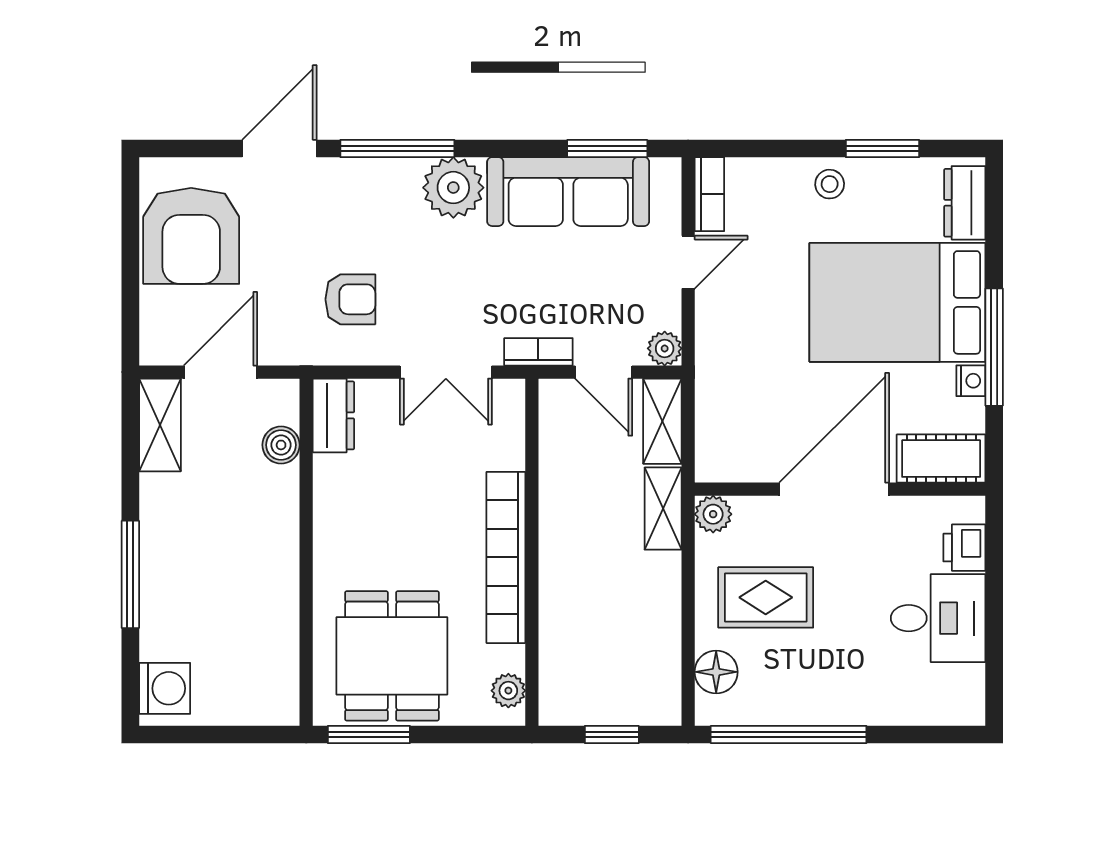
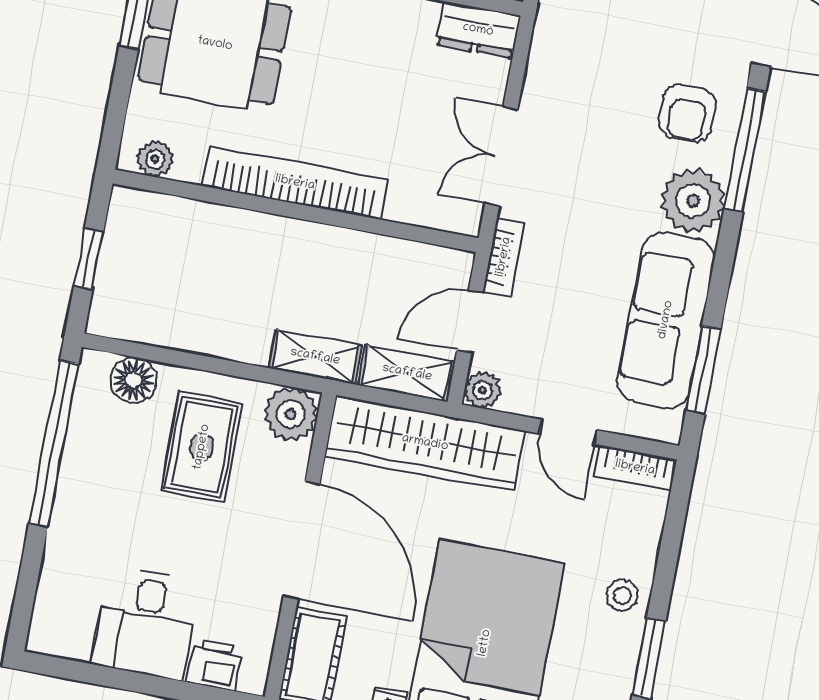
armchair: (350, 299) -> (687, 113), moved
wardrobe: (724, 393) -> (425, 443), added
plant: (713, 514) -> (291, 414), width x1.38, depth x1.38

